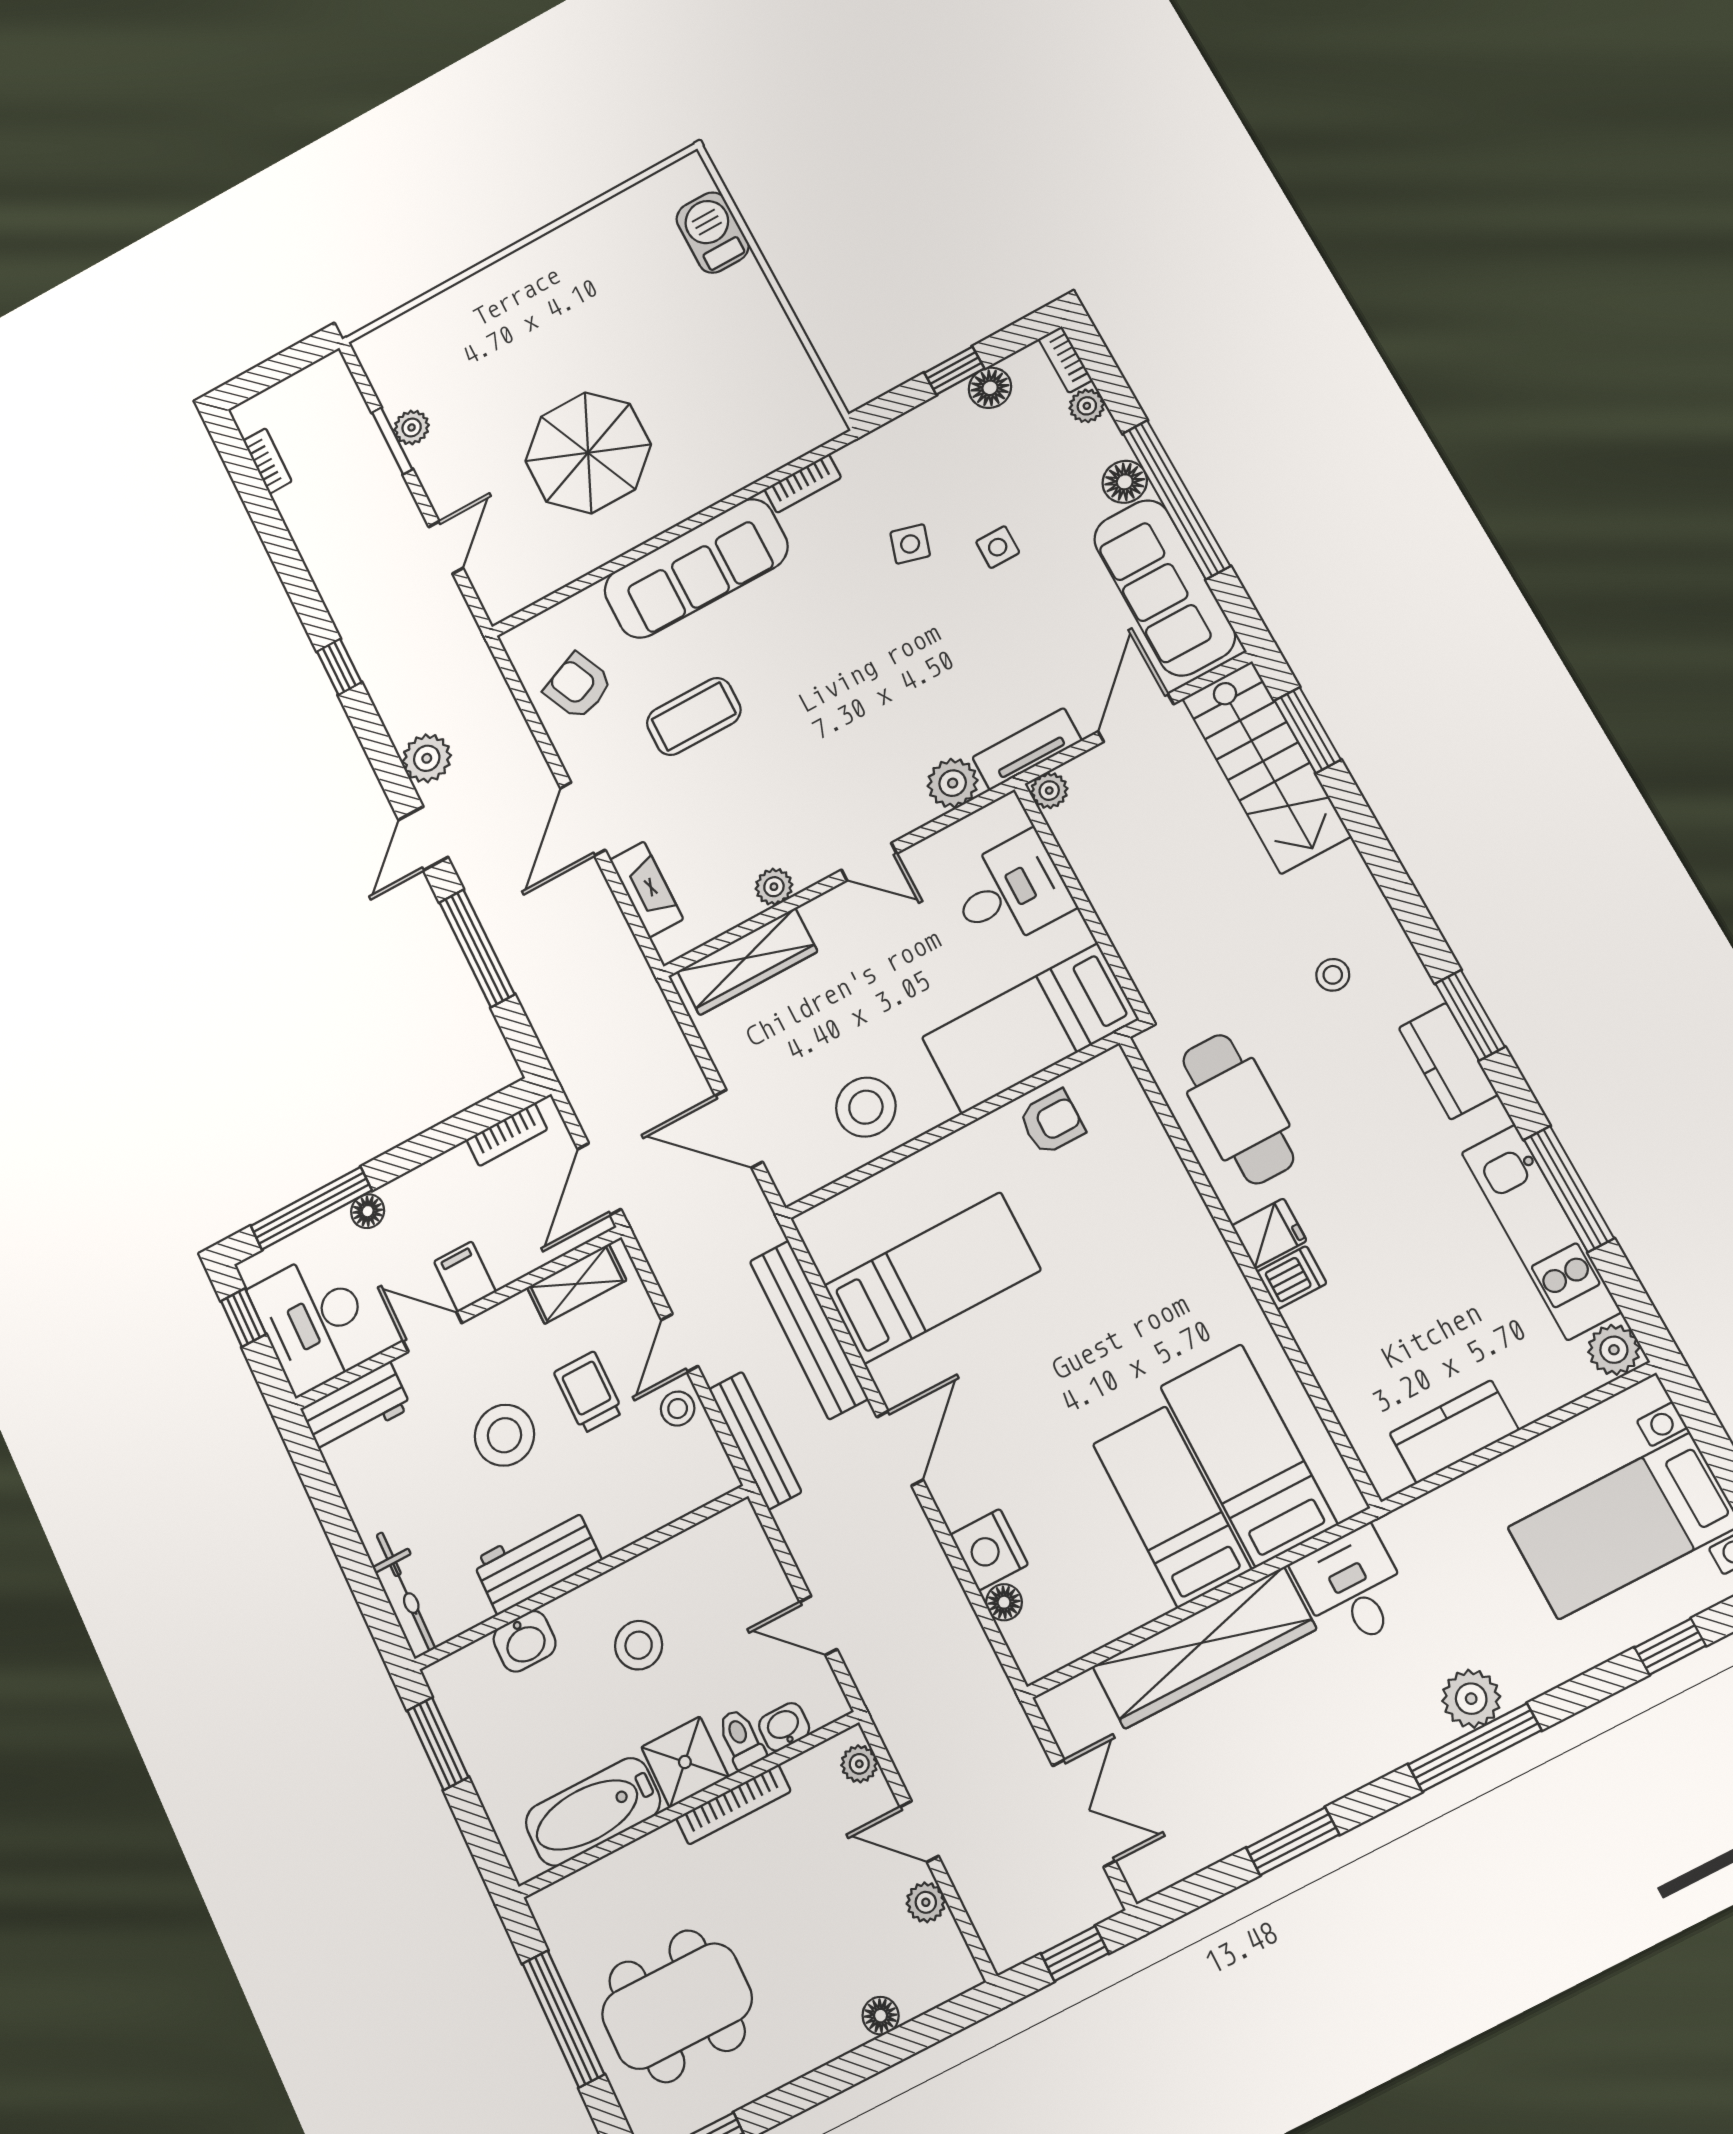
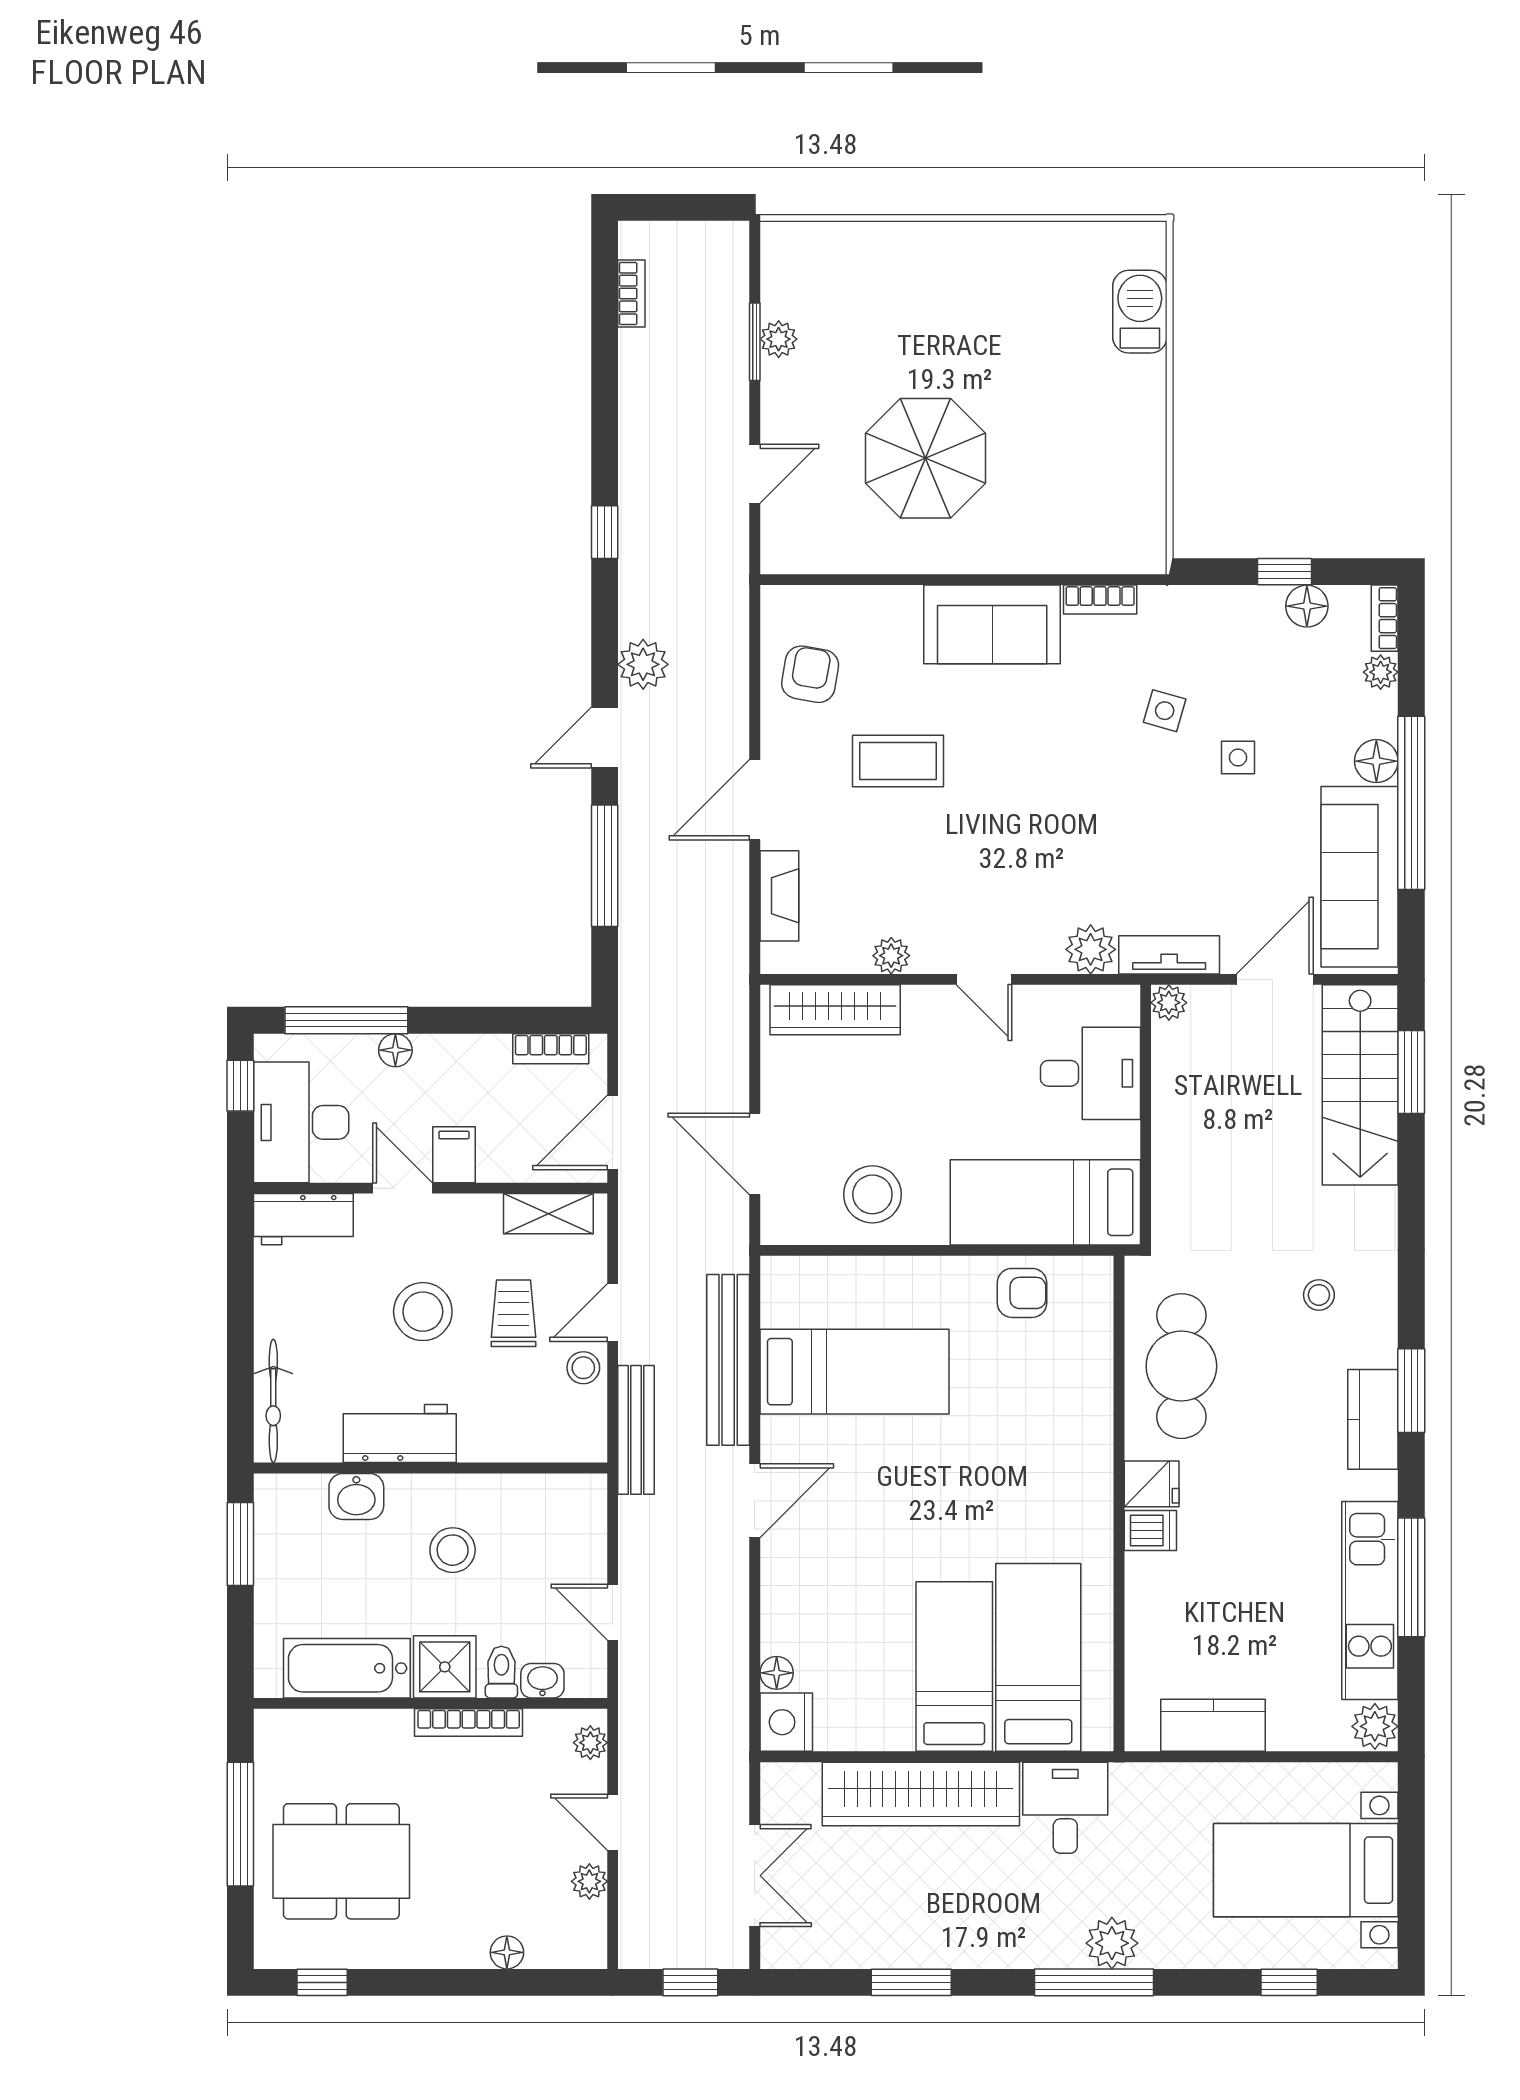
sofa: (696, 568) -> (992, 624), width x0.73
armchair: (578, 686) -> (810, 674), turned 34
nightstand: (989, 1550) -> (786, 1722), moved

